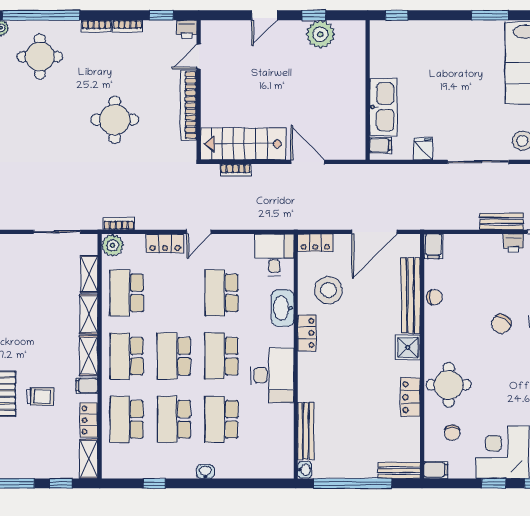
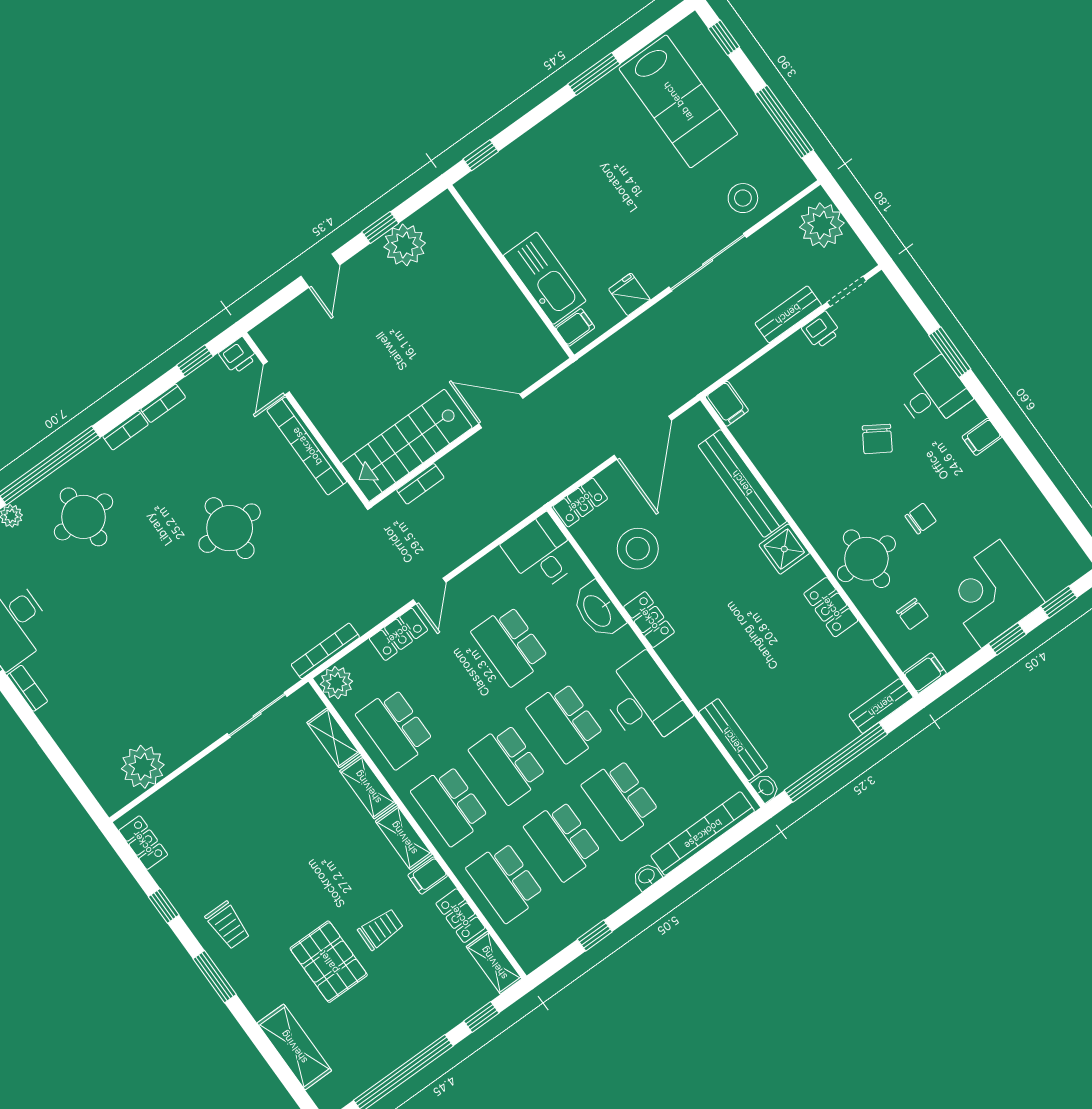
bookcase: (119, 224) -> (325, 651), width x1.56
chair: (434, 297) -> (921, 519), moved
bookcase: (253, 470) -> (703, 834), added

